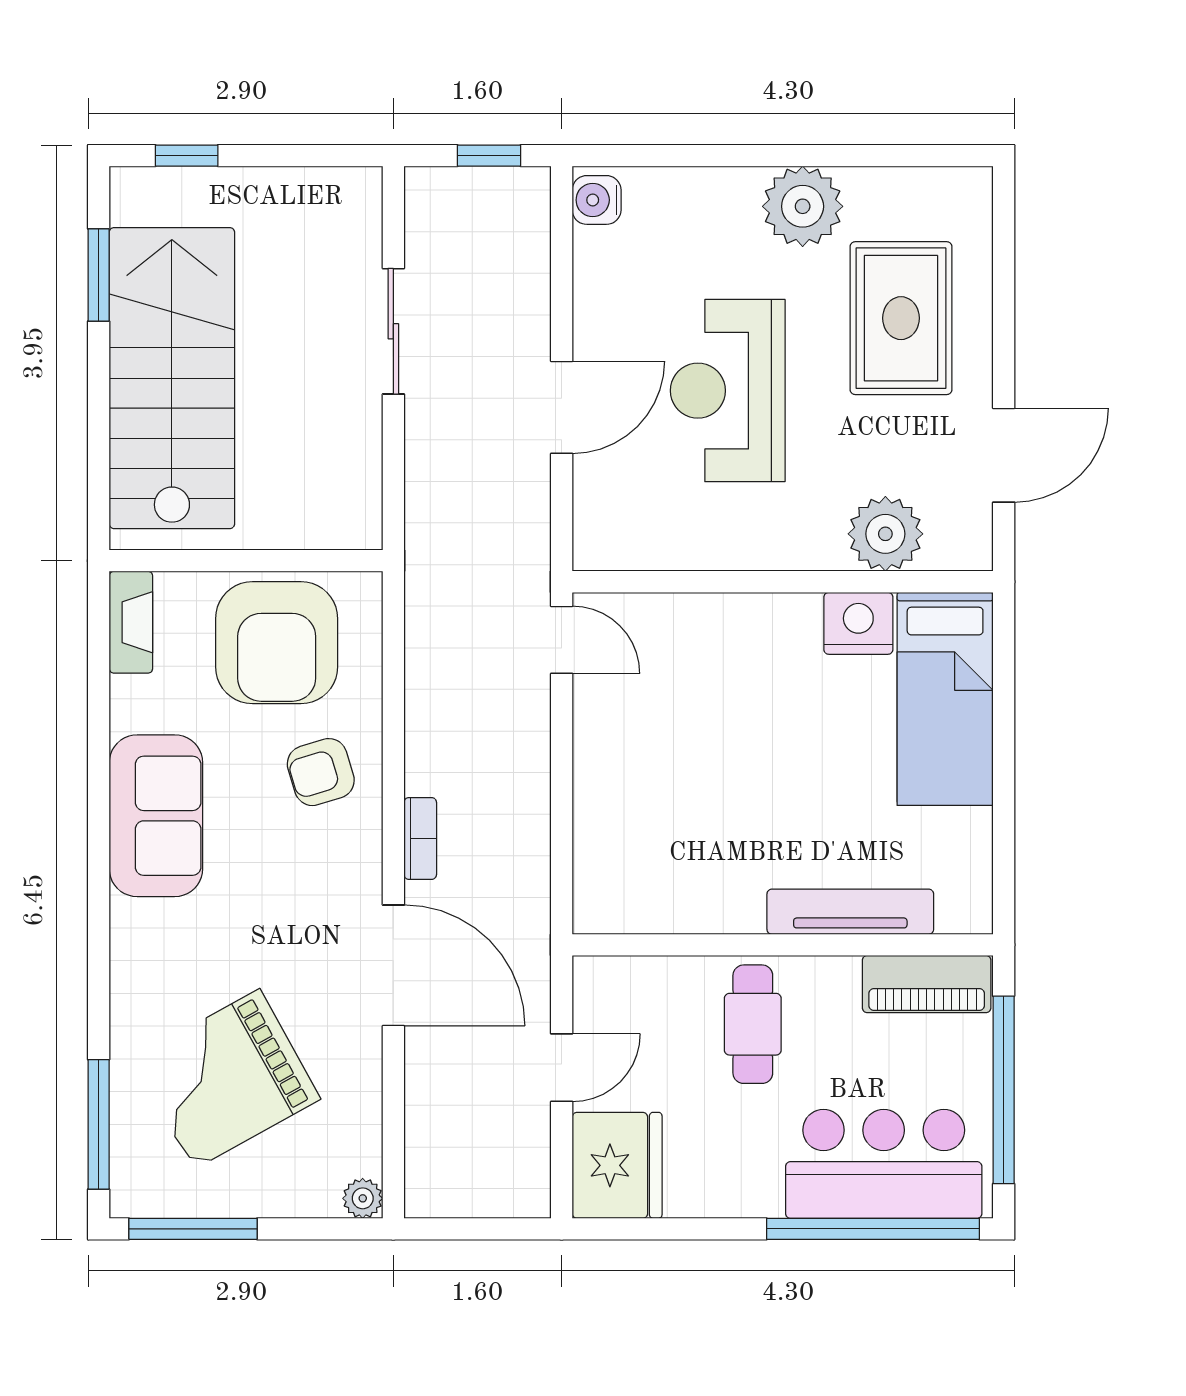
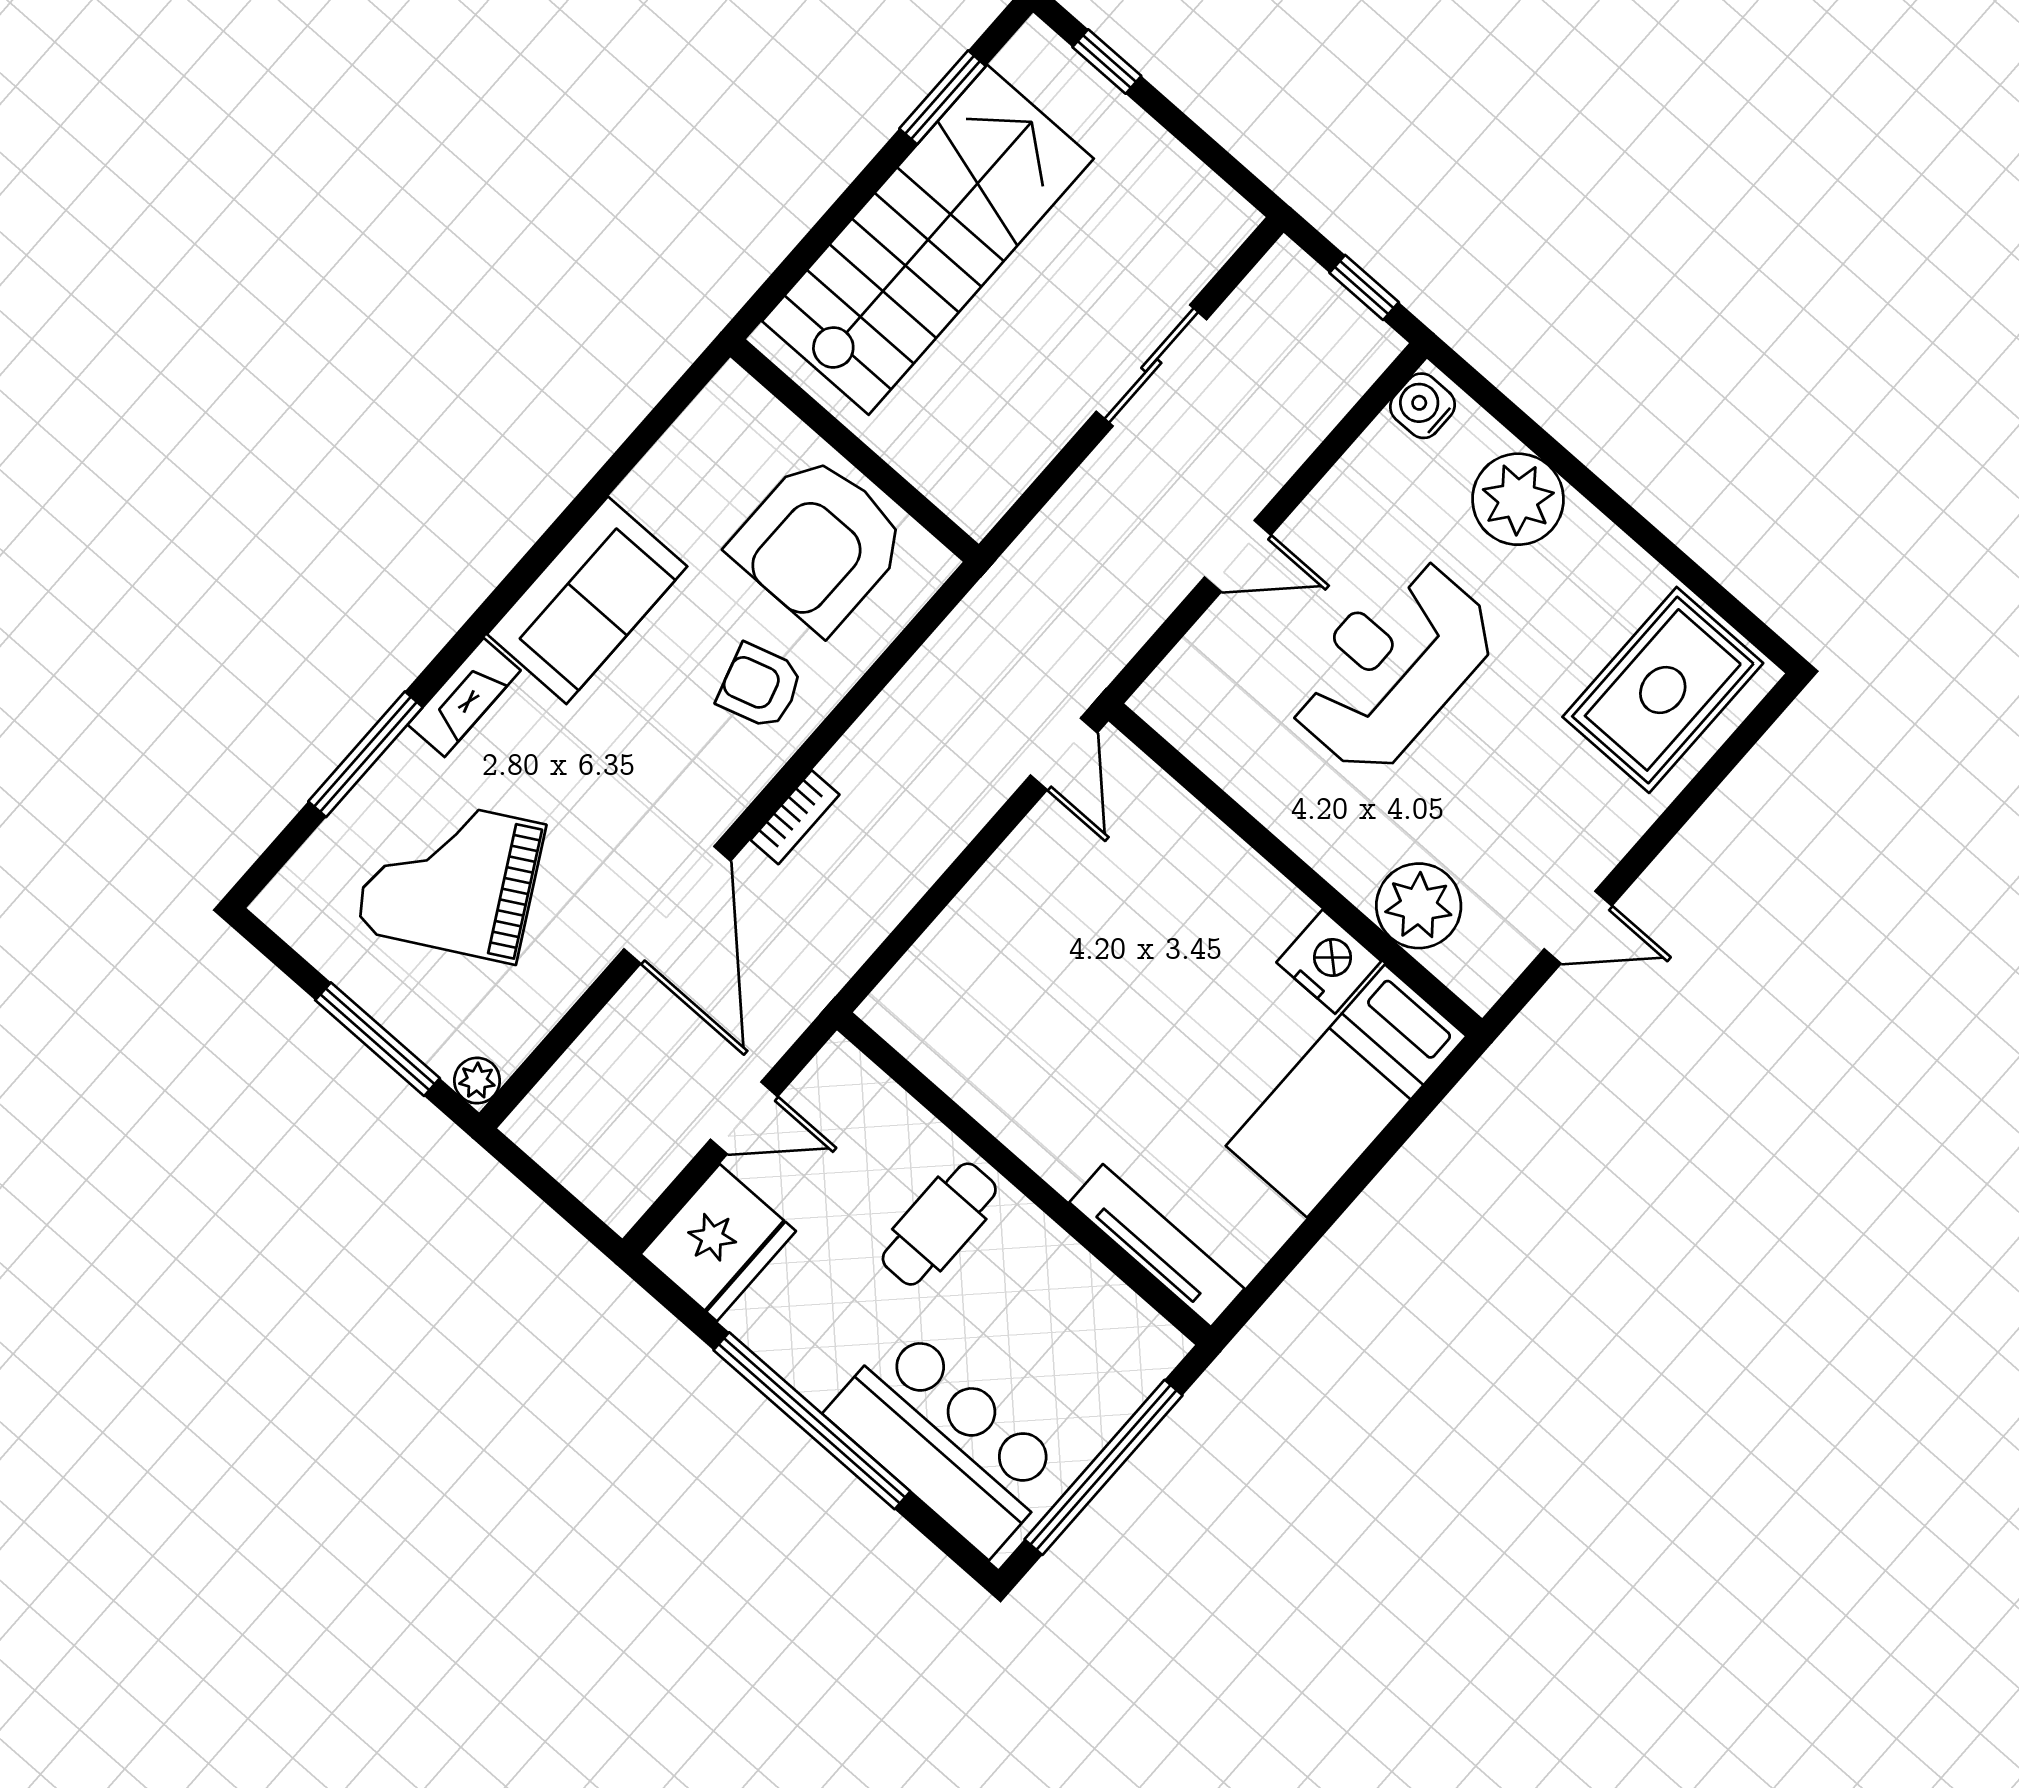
plant: (803, 206) -> (1518, 499), moved
rug: (901, 318) -> (1663, 690), moved
door: (562, 407) -> (1238, 556), width x0.73
door: (1004, 455) -> (1578, 927), width x0.73
fireplace: (131, 622) -> (464, 697), moved
tv unit: (850, 912) -> (1157, 1246), moved
piano: (927, 984) -> (1117, 1320), removed
window: (99, 1124) -> (366, 754), moved
window: (193, 1229) -> (378, 1039), moved
window: (873, 1229) -> (812, 1421), moved

